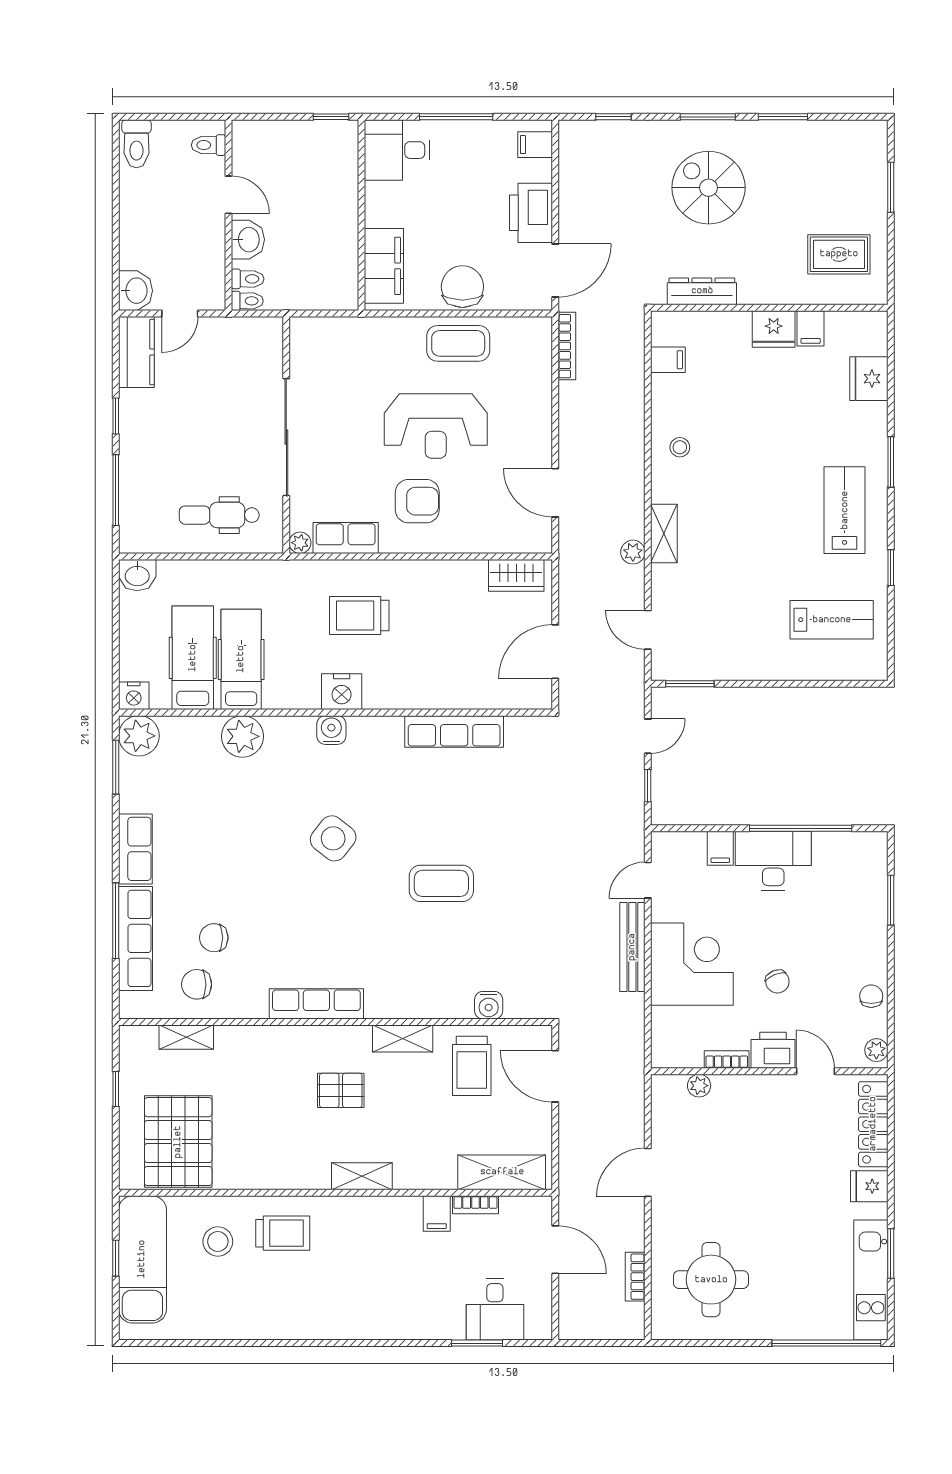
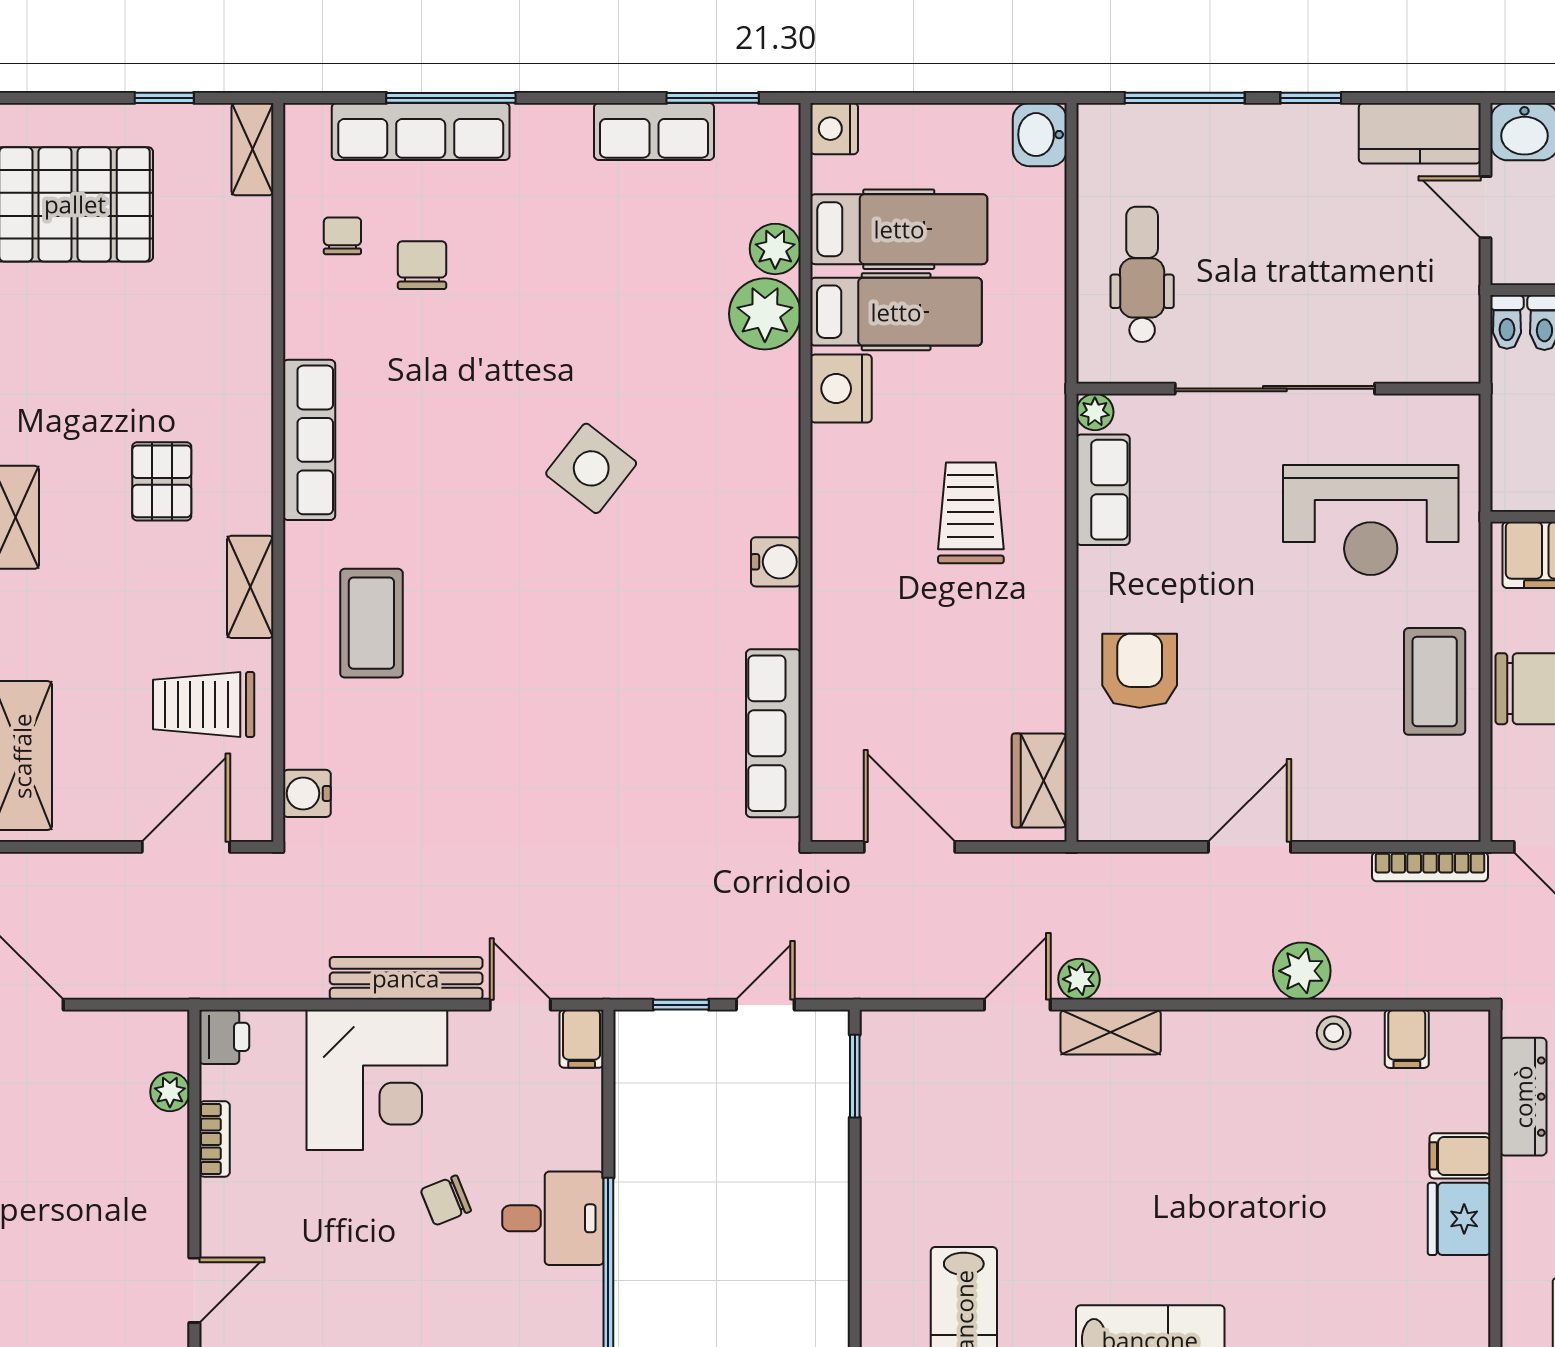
filing cabinet: (811, 328) -> (1460, 1156), moved
plant: (628, 421) -> (1302, 971), added
reception desk: (436, 426) -> (1371, 520), moved, turned -90
stool: (680, 447) -> (1334, 1033), moved
door: (555, 493) -> (1250, 847), moved
armchair: (417, 501) -> (1140, 671), moved, turned 180
door: (648, 630) -> (1017, 1005), moved
nightstand: (342, 692) -> (841, 389), moved
water cooler: (331, 730) -> (776, 562), moved
row of seats: (454, 731) -> (773, 733), moved
plant: (139, 736) -> (775, 249), moved, width x0.73, depth x0.73
door: (648, 736) -> (765, 1005), swing flipped
filing cabinet: (720, 848) -> (582, 1039), moved, turned -90
row of seats: (135, 849) -> (654, 131), moved
desk: (773, 861) -> (553, 1218), width x0.73
coffee table: (441, 883) -> (371, 623), moved
chair: (777, 981) -> (446, 1200), moved
chair: (197, 984) -> (342, 236), width x0.73, depth x0.73
water cooler: (489, 1005) -> (307, 793), moved
shelving: (186, 1037) -> (252, 149), moved
printer: (773, 1050) -> (224, 1037), moved, width x0.73, depth x0.81

